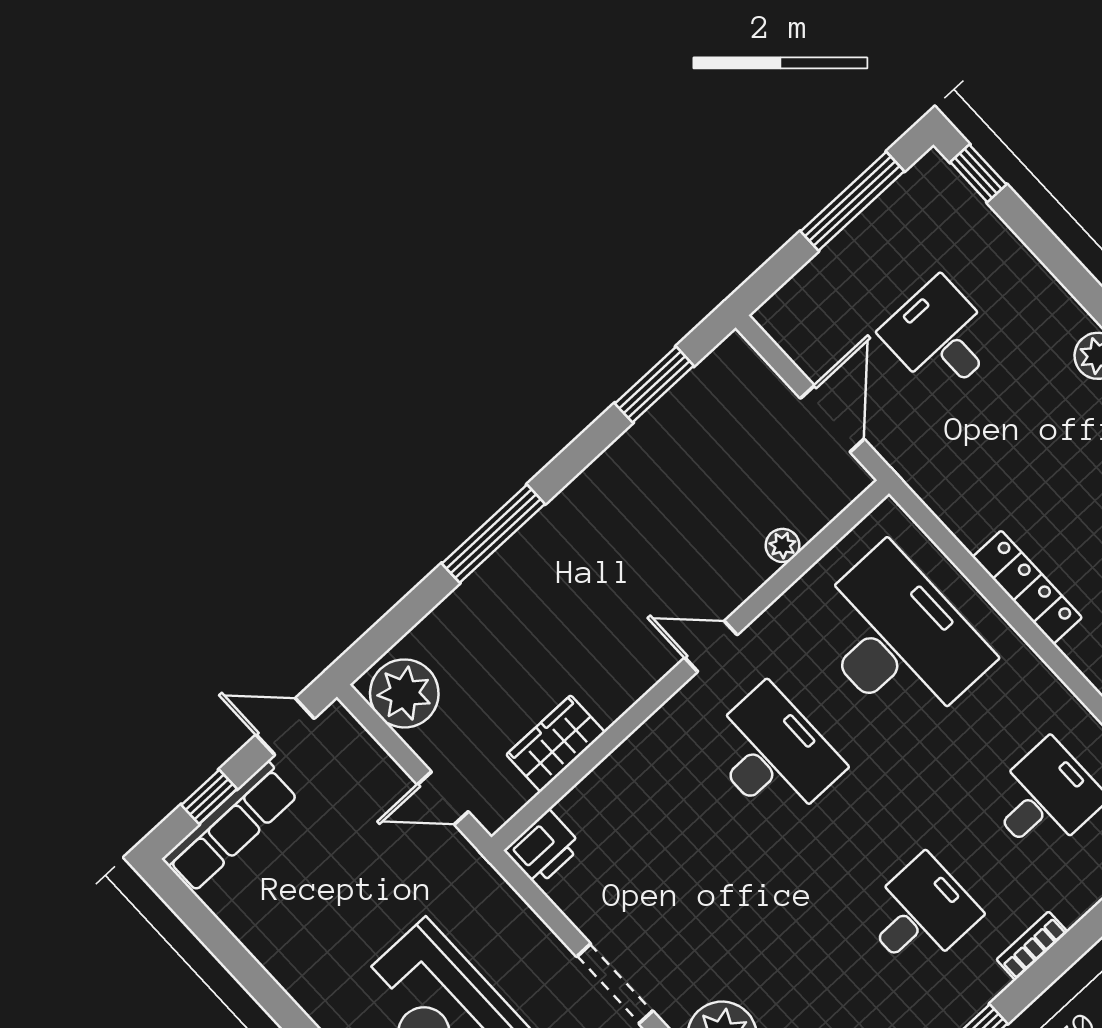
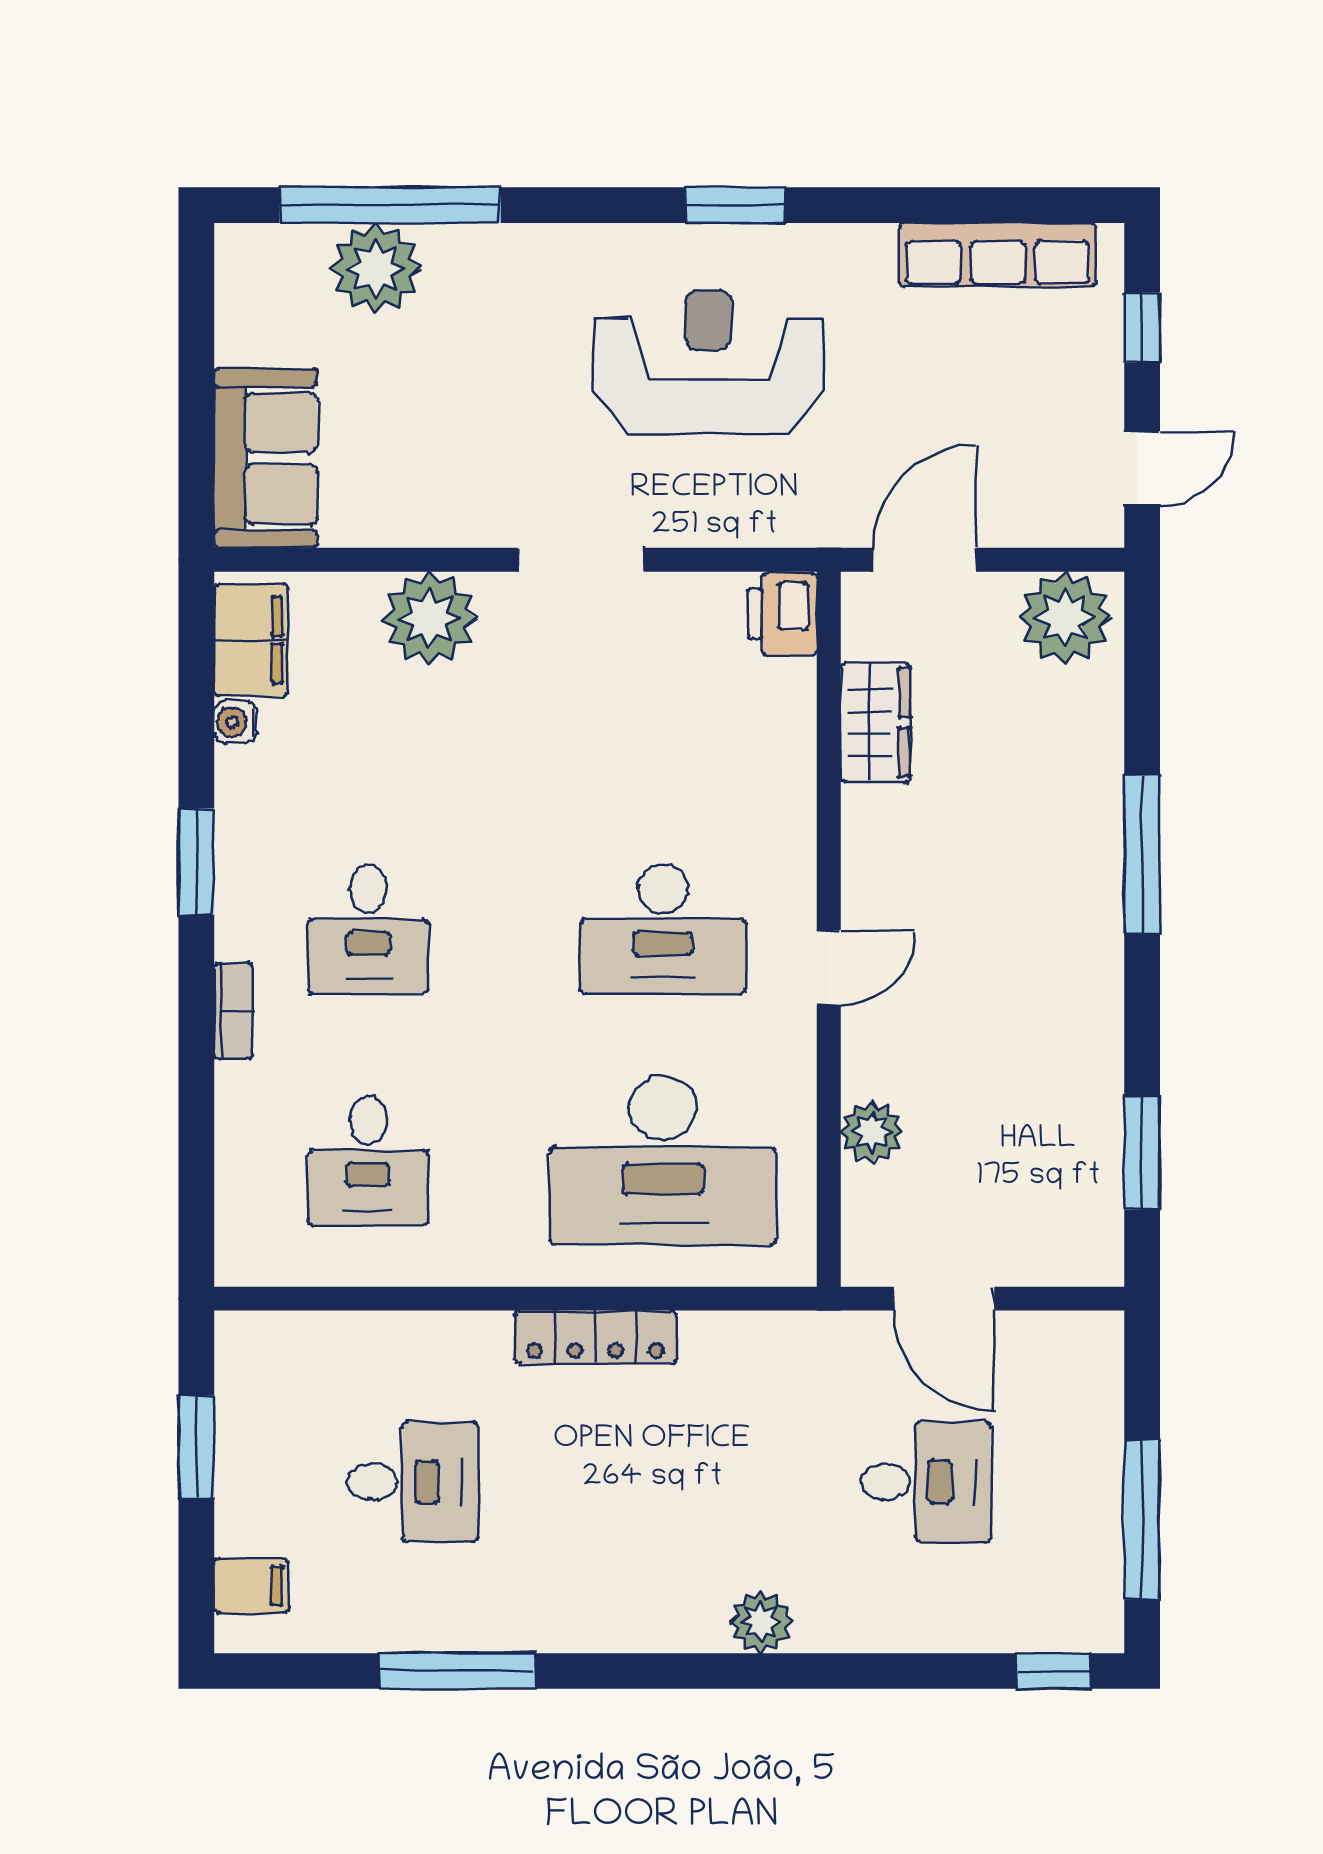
plant: (783, 545) -> (872, 1132), width x1.38, depth x1.38
door: (443, 798) -> (925, 560), width x1.37
row of seats: (230, 827) -> (998, 255), moved, turned -90

